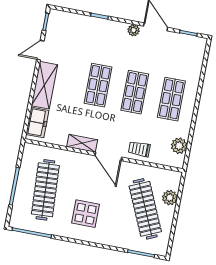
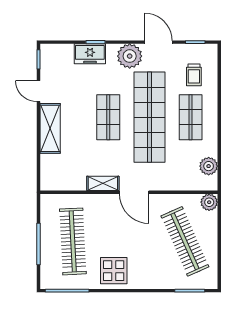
plant: (134, 30) -> (130, 56), width x1.87, depth x1.87
door: (40, 50) -> (38, 91), hinge flipped
shop shelf: (135, 92) -> (149, 117), width x2.00, depth x1.36
freezer: (37, 122) -> (90, 54), moved, turned 90
trolley: (139, 149) -> (194, 75), moved, turned -90
plant: (170, 198) -> (209, 202), moved
display table: (86, 214) -> (114, 271), moved

